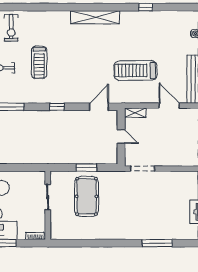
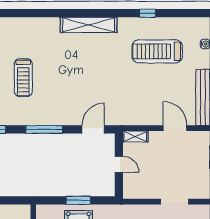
treadmill: (135, 70) -> (157, 51), moved
window: (57, 107) -> (44, 129), width x2.17
doorway: (143, 169) -> (174, 202), moved

